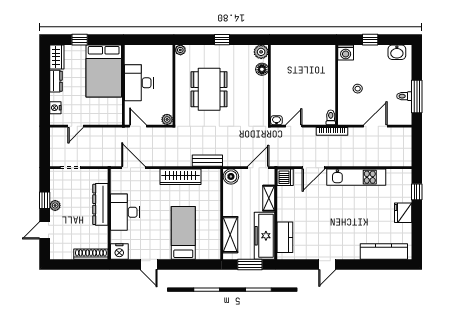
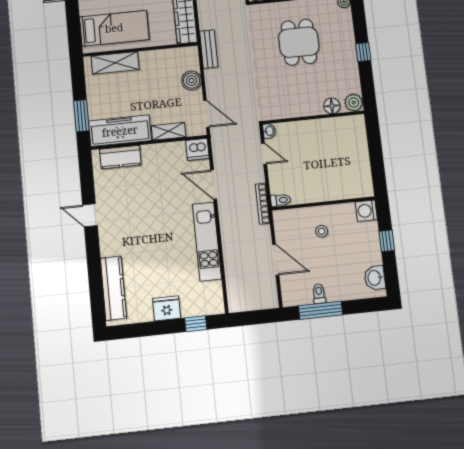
dining table: (209, 89) -> (299, 42), width x0.73
wall: (222, 214) -> (140, 49), moved
shelving: (230, 235) -> (115, 63), moved

